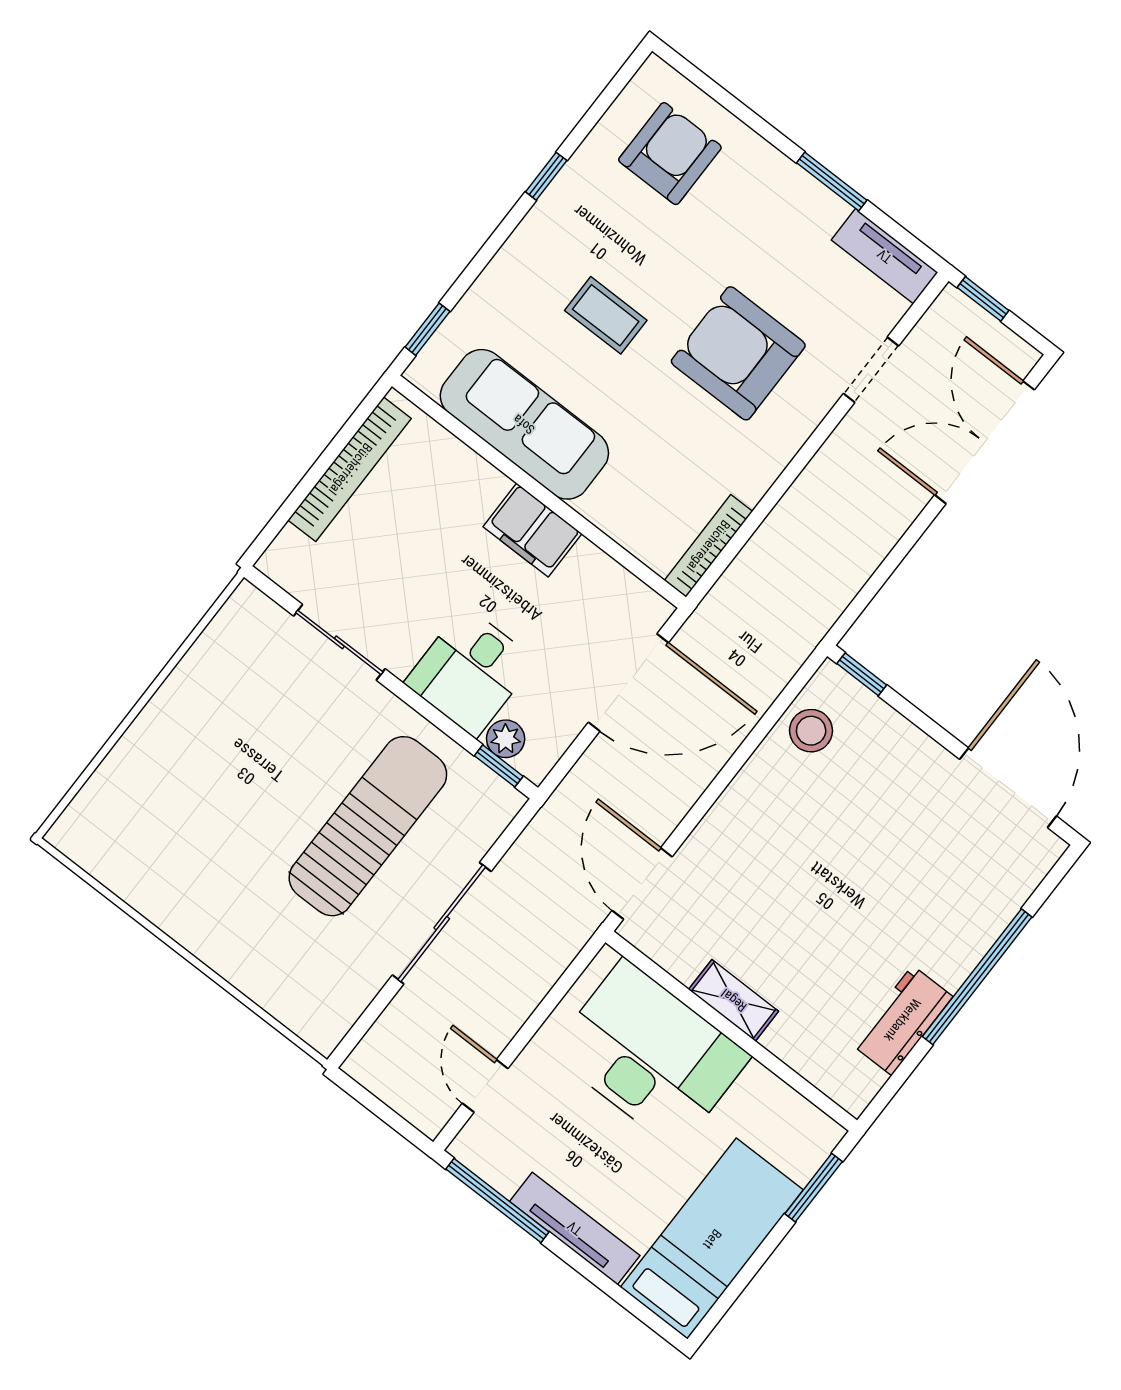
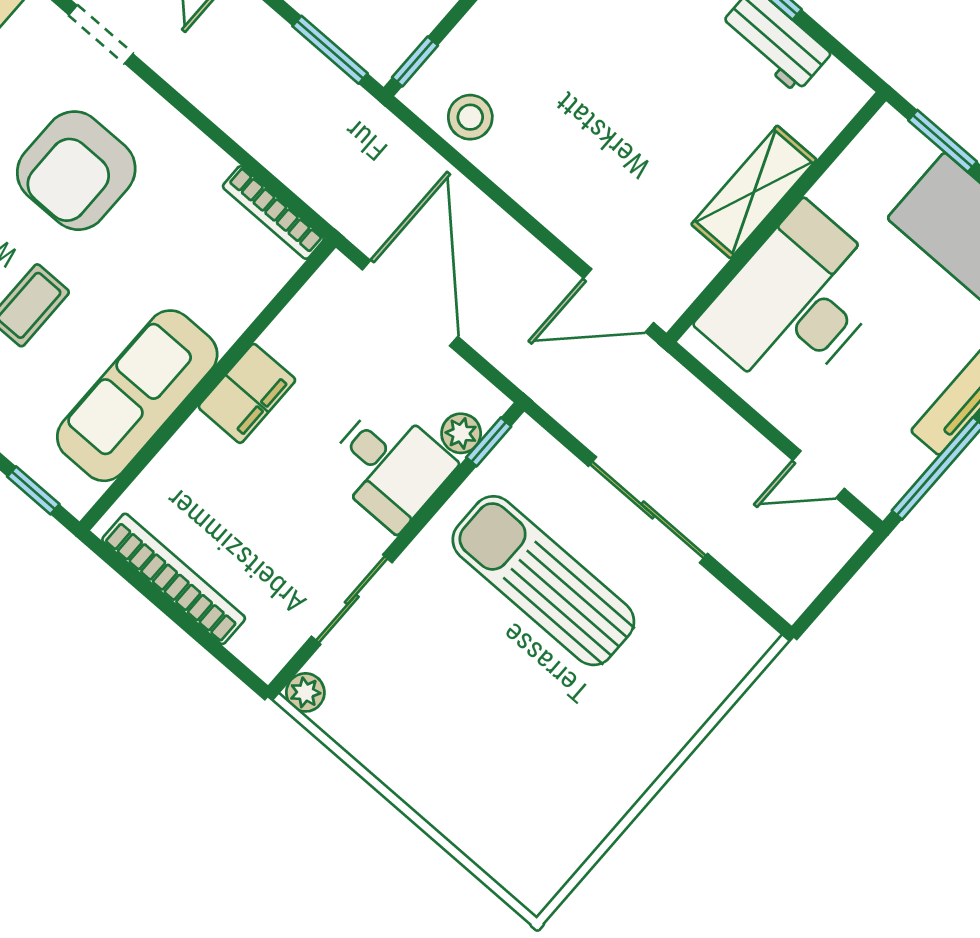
window: (869, 592) -> (330, 50), added
plant: (247, 603) -> (305, 692), added
shelving: (734, 1000) -> (754, 192), width x1.50, depth x1.33

